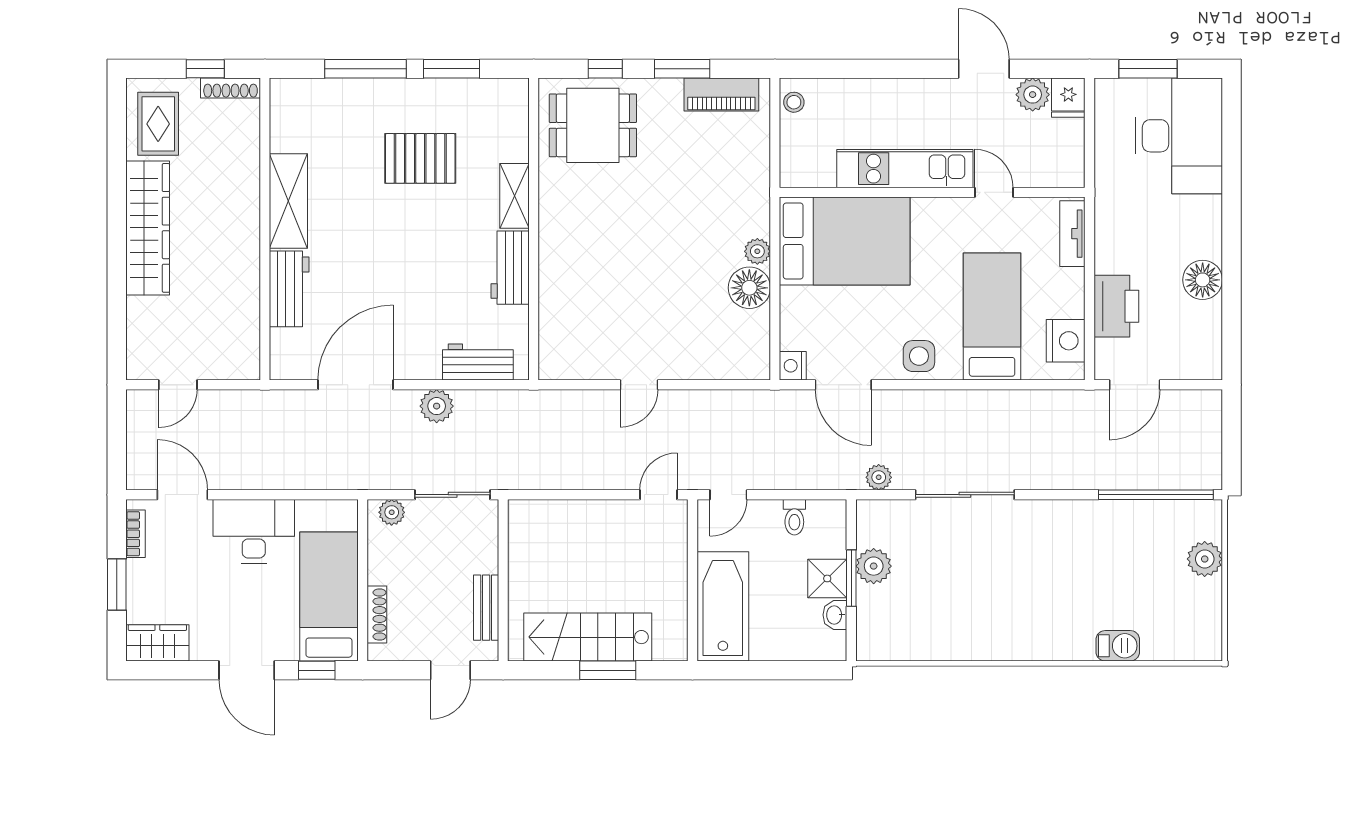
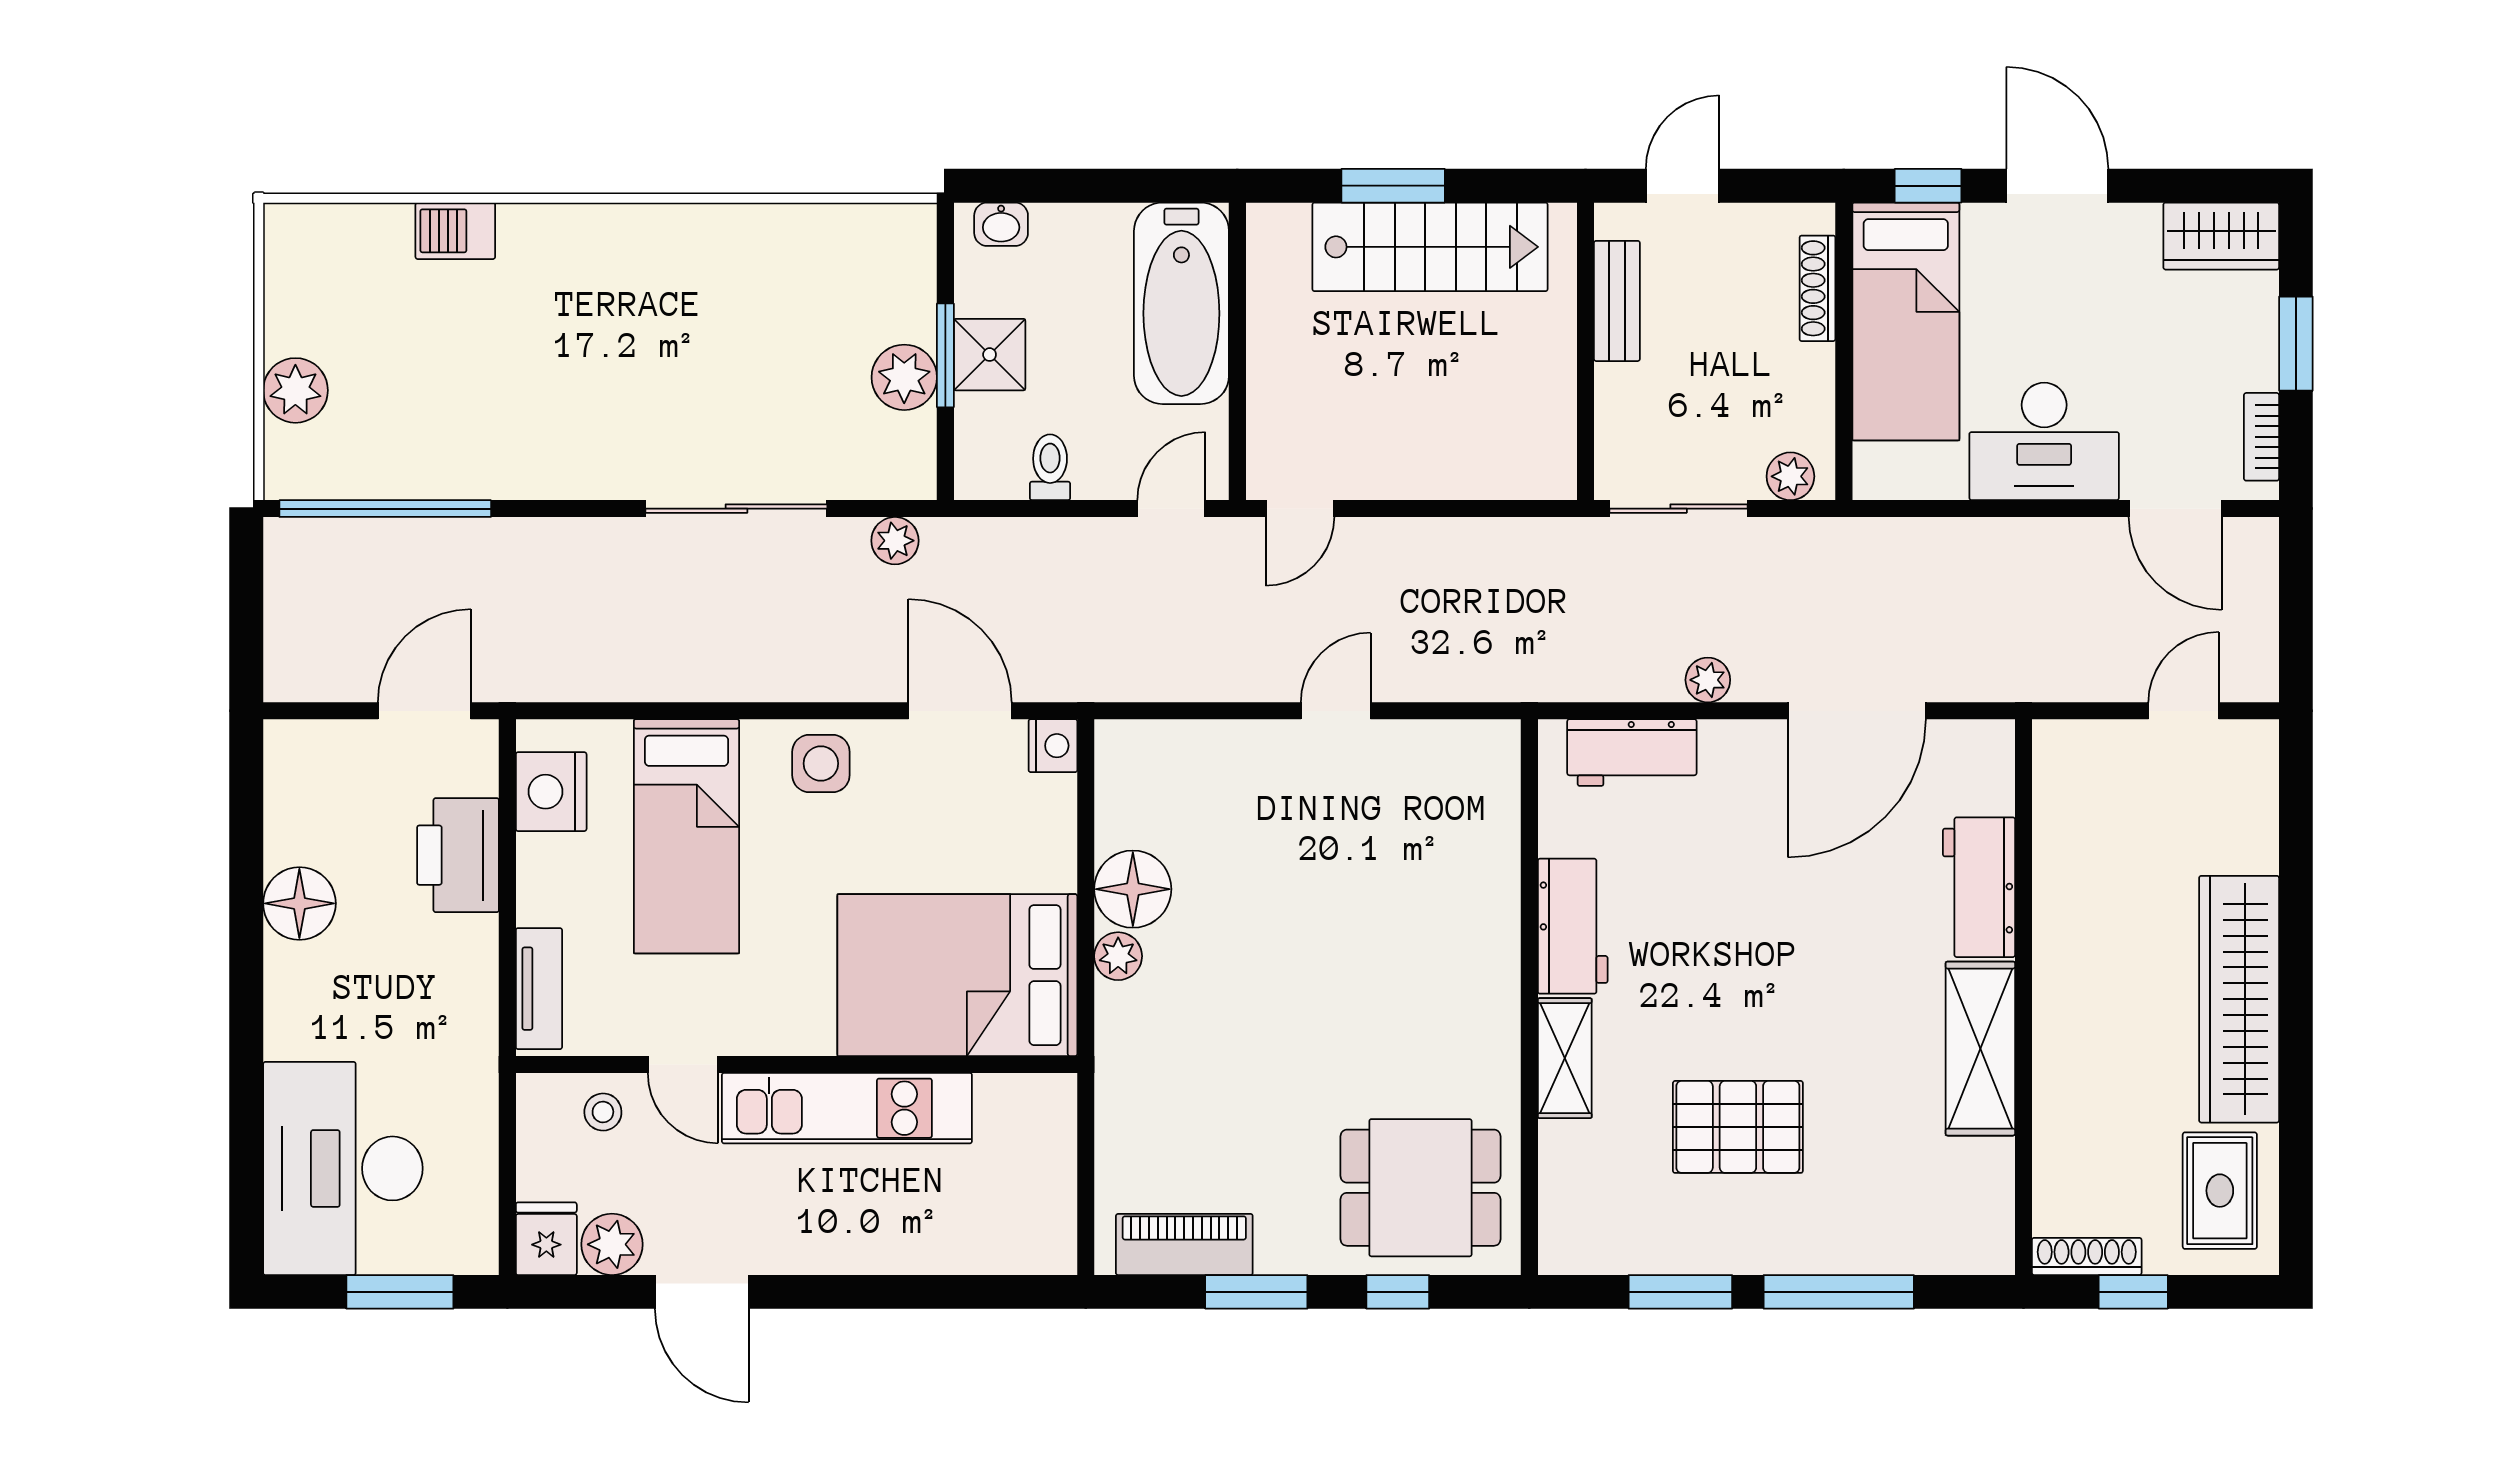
stool: (794, 102) -> (603, 1112), moved
plant: (437, 406) -> (1708, 680), width x0.73, depth x0.73
washbasin: (835, 615) -> (1001, 224), moved, turned 90

